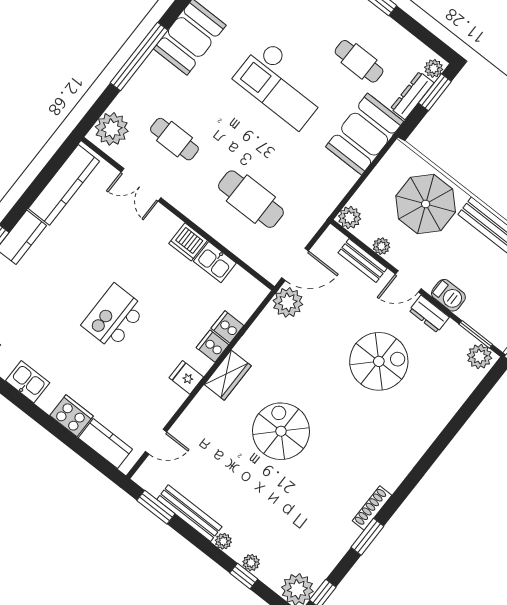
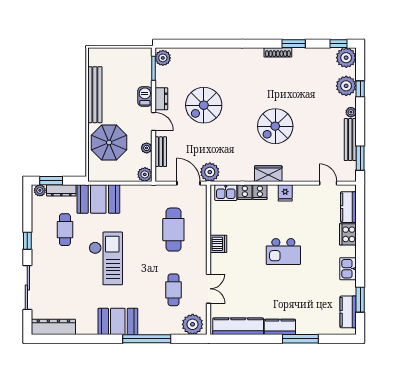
kitchen sink: (215, 262) -> (226, 193), moved, turned 90
spiral stairs: (379, 361) -> (204, 105), turned -90
plant: (251, 563) -> (346, 86), width x1.88, depth x1.88

